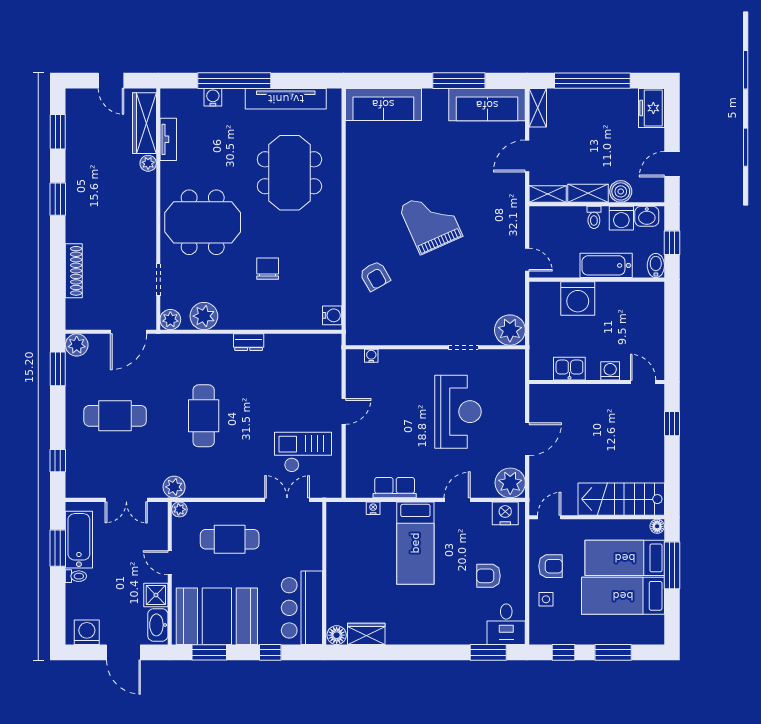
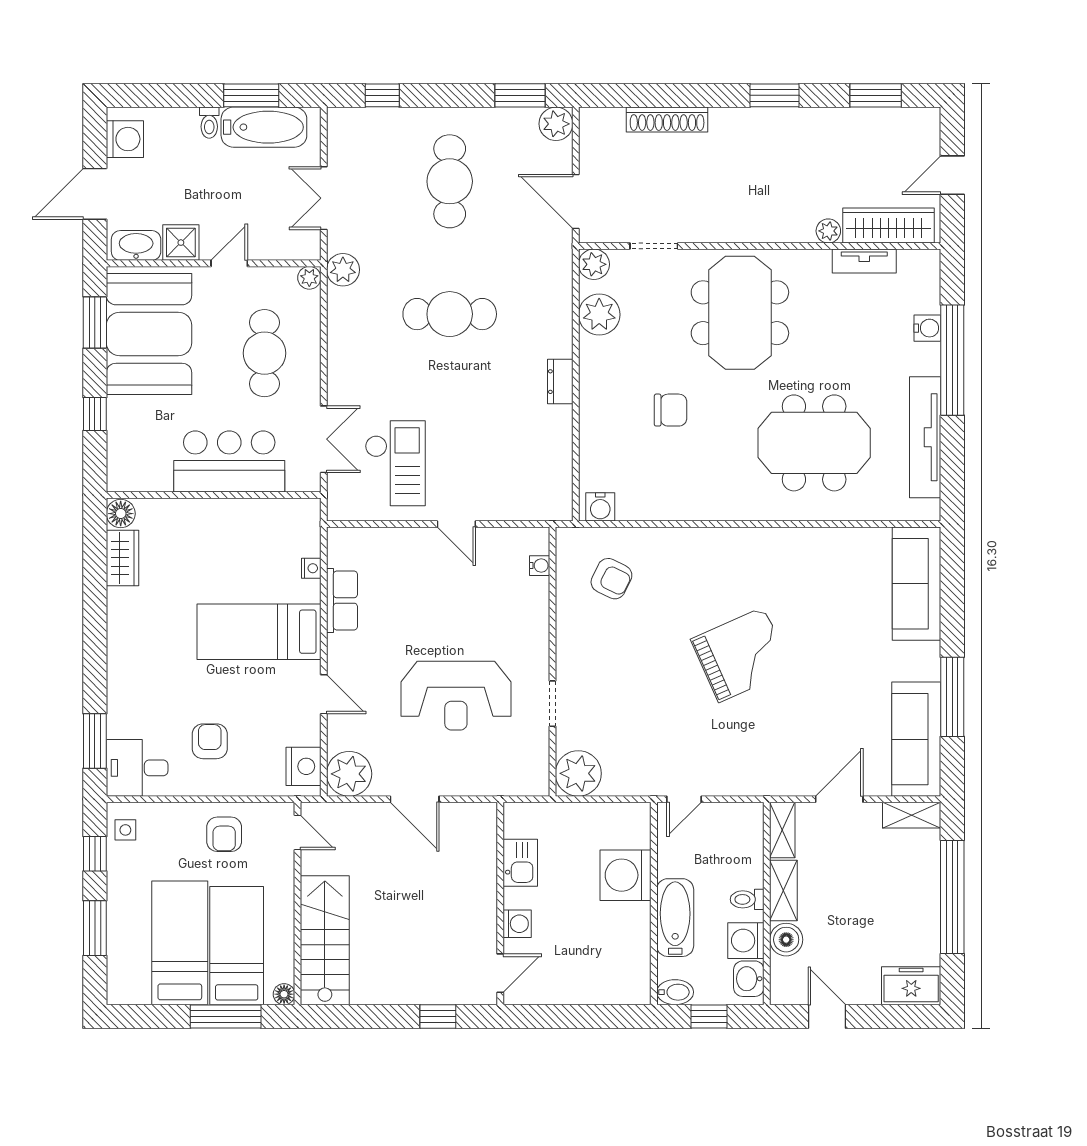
door: (527, 156) -> (839, 799), hinge flipped
armchair: (375, 276) -> (611, 579), moved, turned -124
side table: (546, 599) -> (125, 830), moved
bar counter: (302, 608) -> (229, 461), moved

